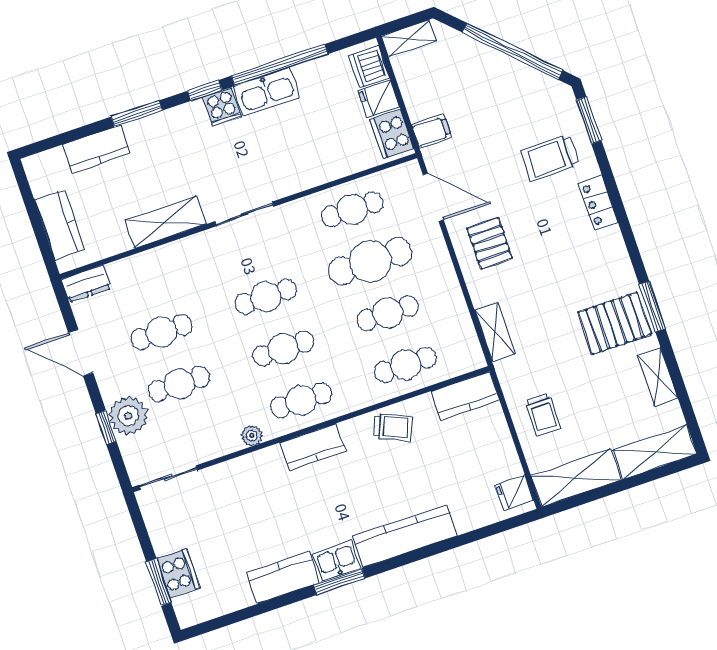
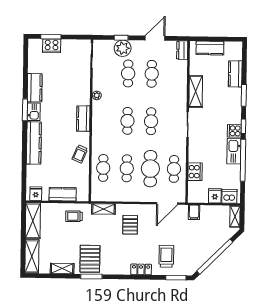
cooker: (392, 134) -> (195, 172), moved, turned 90
pallet: (490, 243) -> (130, 225), moved, turned 90
kitchen counter: (465, 396) -> (63, 194), moved, turned 90
cafe table: (301, 400) -> (104, 121), removed
trolley: (543, 414) -> (74, 216), moved

